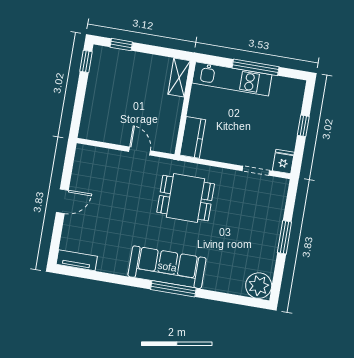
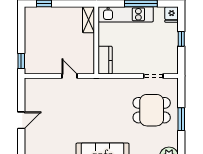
window: (86, 61) -> (21, 61), moved
fridge: (283, 161) -> (172, 14), moved, turned 180
dining table: (186, 198) -> (152, 110), moved

